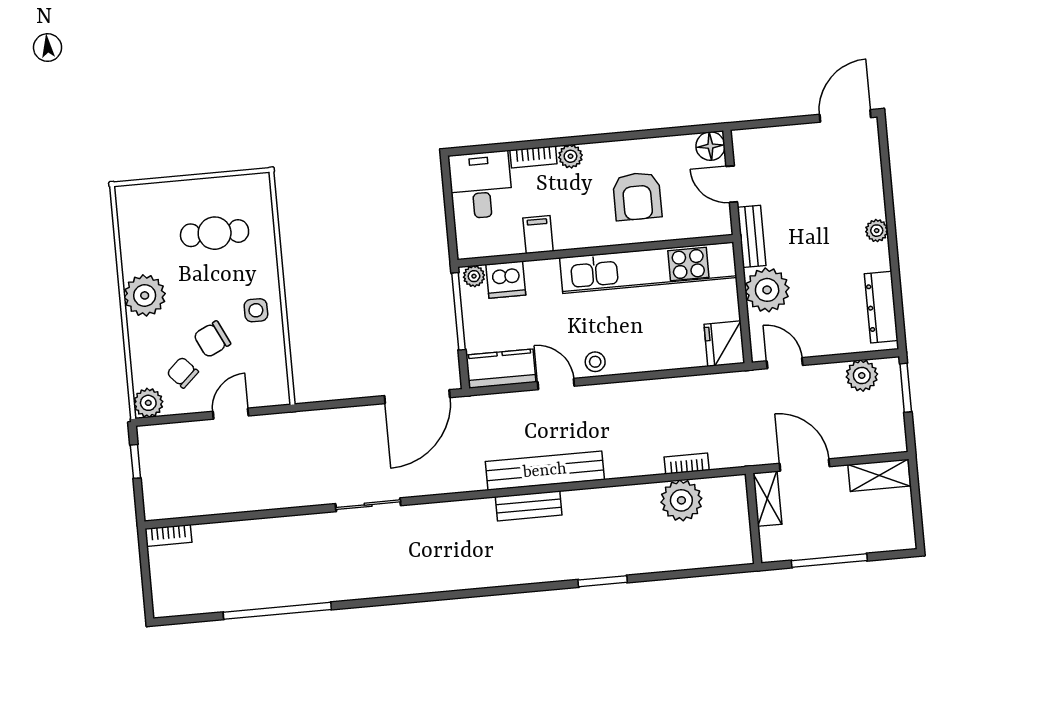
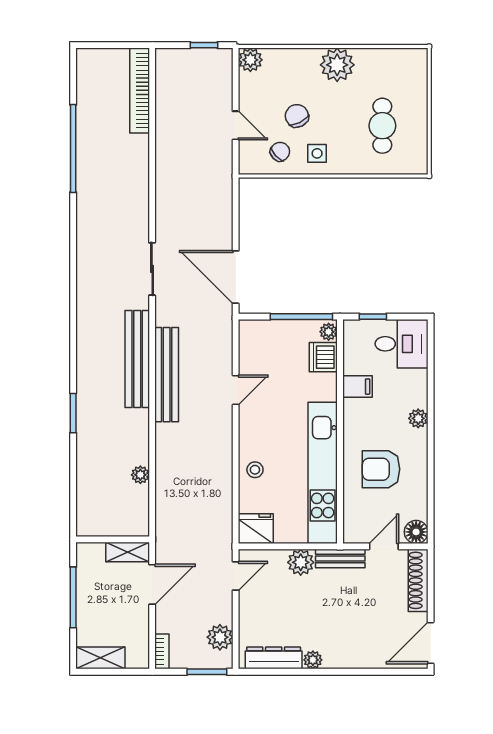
door: (845, 116) -> (431, 643), swing flipped
shoe rack: (770, 138) -> (418, 580), added
bookcase: (533, 157) -> (420, 388), removed
window: (450, 223) -> (373, 317), added
plant: (877, 231) -> (313, 660), moved
plant: (767, 290) -> (301, 562), width x0.73, depth x0.73
stool: (595, 362) -> (255, 470), moved
kitchen counter: (501, 369) -> (252, 347), removed
chair: (183, 373) -> (280, 152), moved
bookcase: (687, 464) -> (162, 651), moved
shelving: (879, 475) -> (100, 658), moved, turned 90
plant: (681, 500) -> (140, 475), width x0.53, depth x0.53
sliding door: (368, 505) -> (152, 269), moved
bench: (529, 506) -> (137, 359), width x1.86, depth x1.21
bookcase: (168, 535) -> (140, 90), width x2.31, depth x1.31

